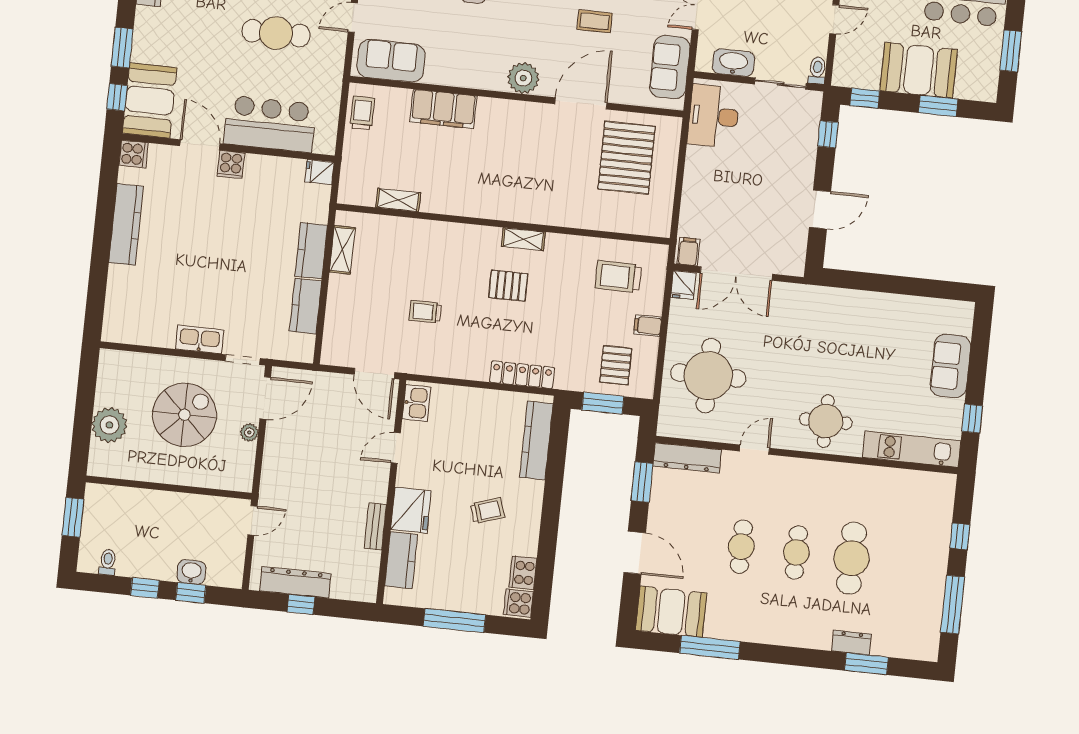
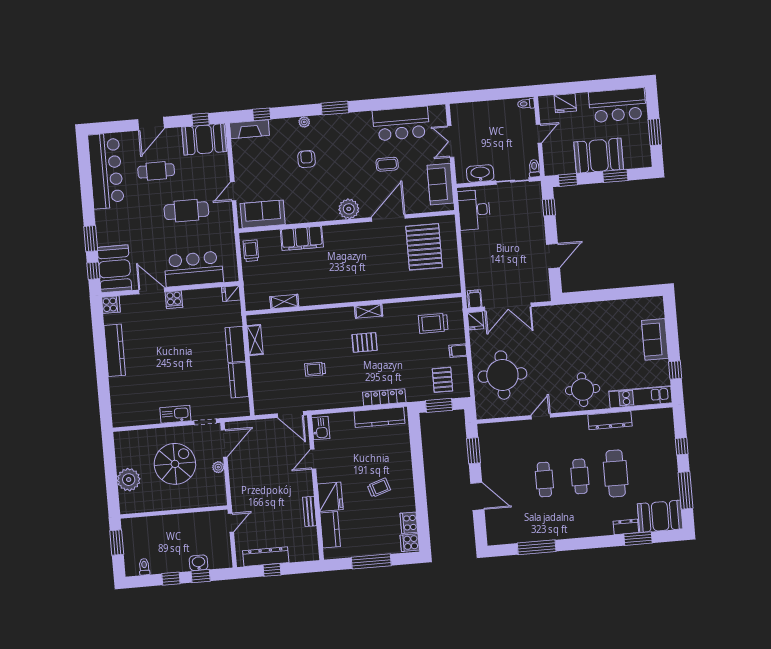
kitchen counter: (536, 441) -> (379, 417), moved, turned -90
dresser: (687, 458) -> (610, 420), moved
booth: (671, 612) -> (660, 516), moved

